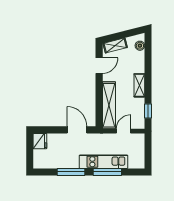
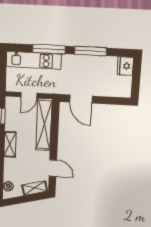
door: (99, 66) -> (53, 168), swing flipped
fridge: (40, 141) -> (125, 66), moved
kitchen unit: (103, 162) -> (34, 60), moved

